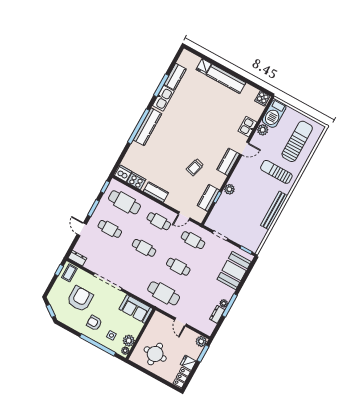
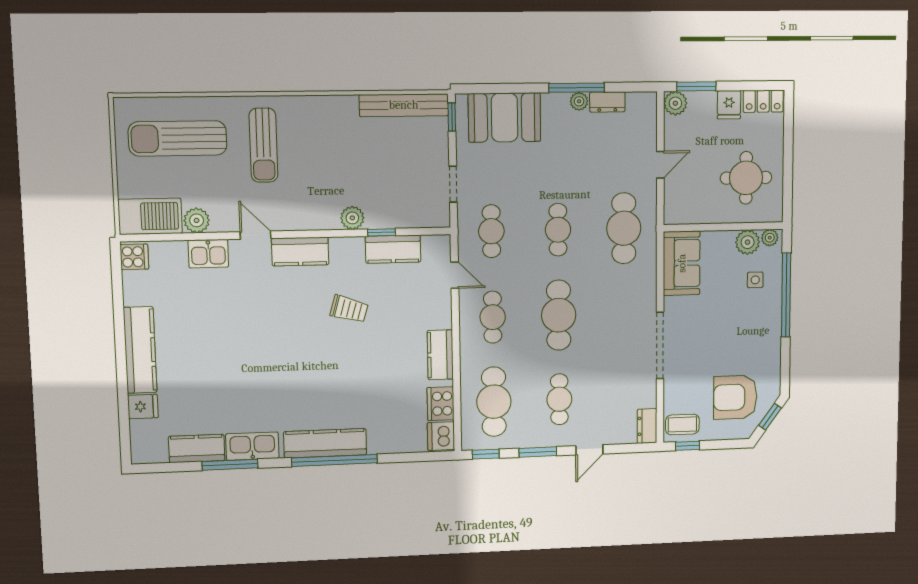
bench: (274, 210) -> (404, 105), moved
cafe table: (144, 248) -> (559, 315), width x1.37, depth x1.35
armchair: (80, 299) -> (735, 397), moved
armchair: (94, 323) -> (749, 325), removed

